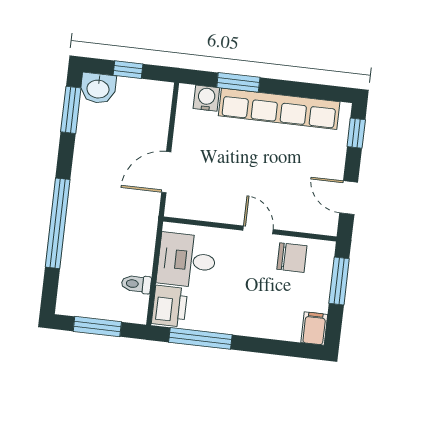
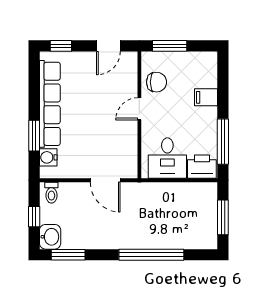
chair: (292, 258) -> (157, 82), turned 90
toilet: (136, 284) -> (51, 193), moved
filing cabinet: (314, 328) -> (206, 97), moved

